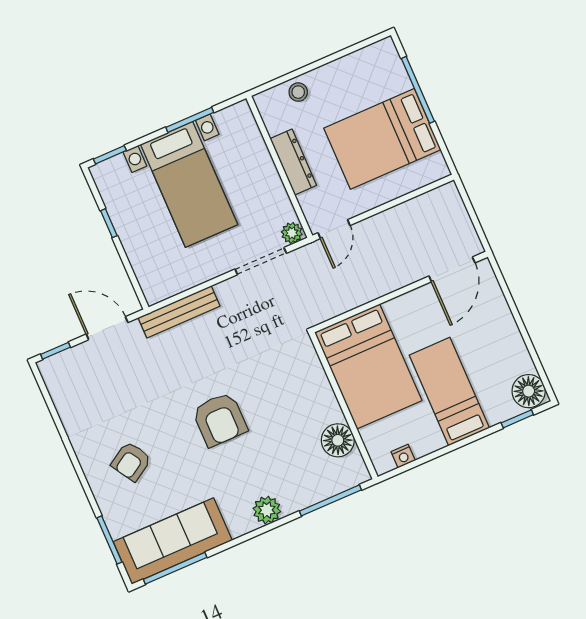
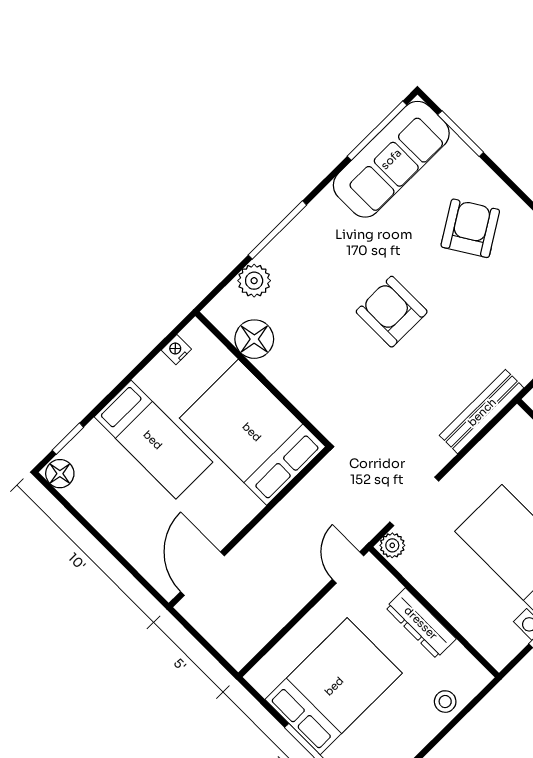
floor lamp: (529, 391) -> (60, 474), width x0.73, depth x0.73
armchair: (131, 461) -> (470, 228), width x1.38, depth x1.38
window: (330, 500) -> (277, 230), moved
plant: (267, 510) -> (254, 281), moved

